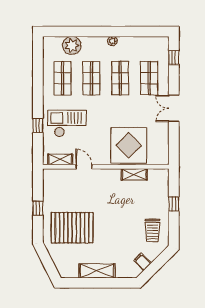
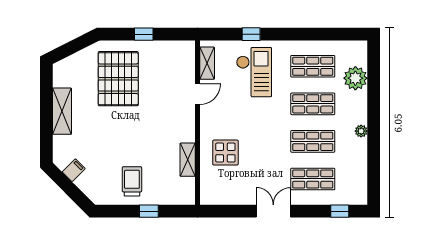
display table: (129, 145) -> (225, 153), width x0.54, depth x0.54
trolley: (152, 230) -> (132, 181), moved, turned 90

